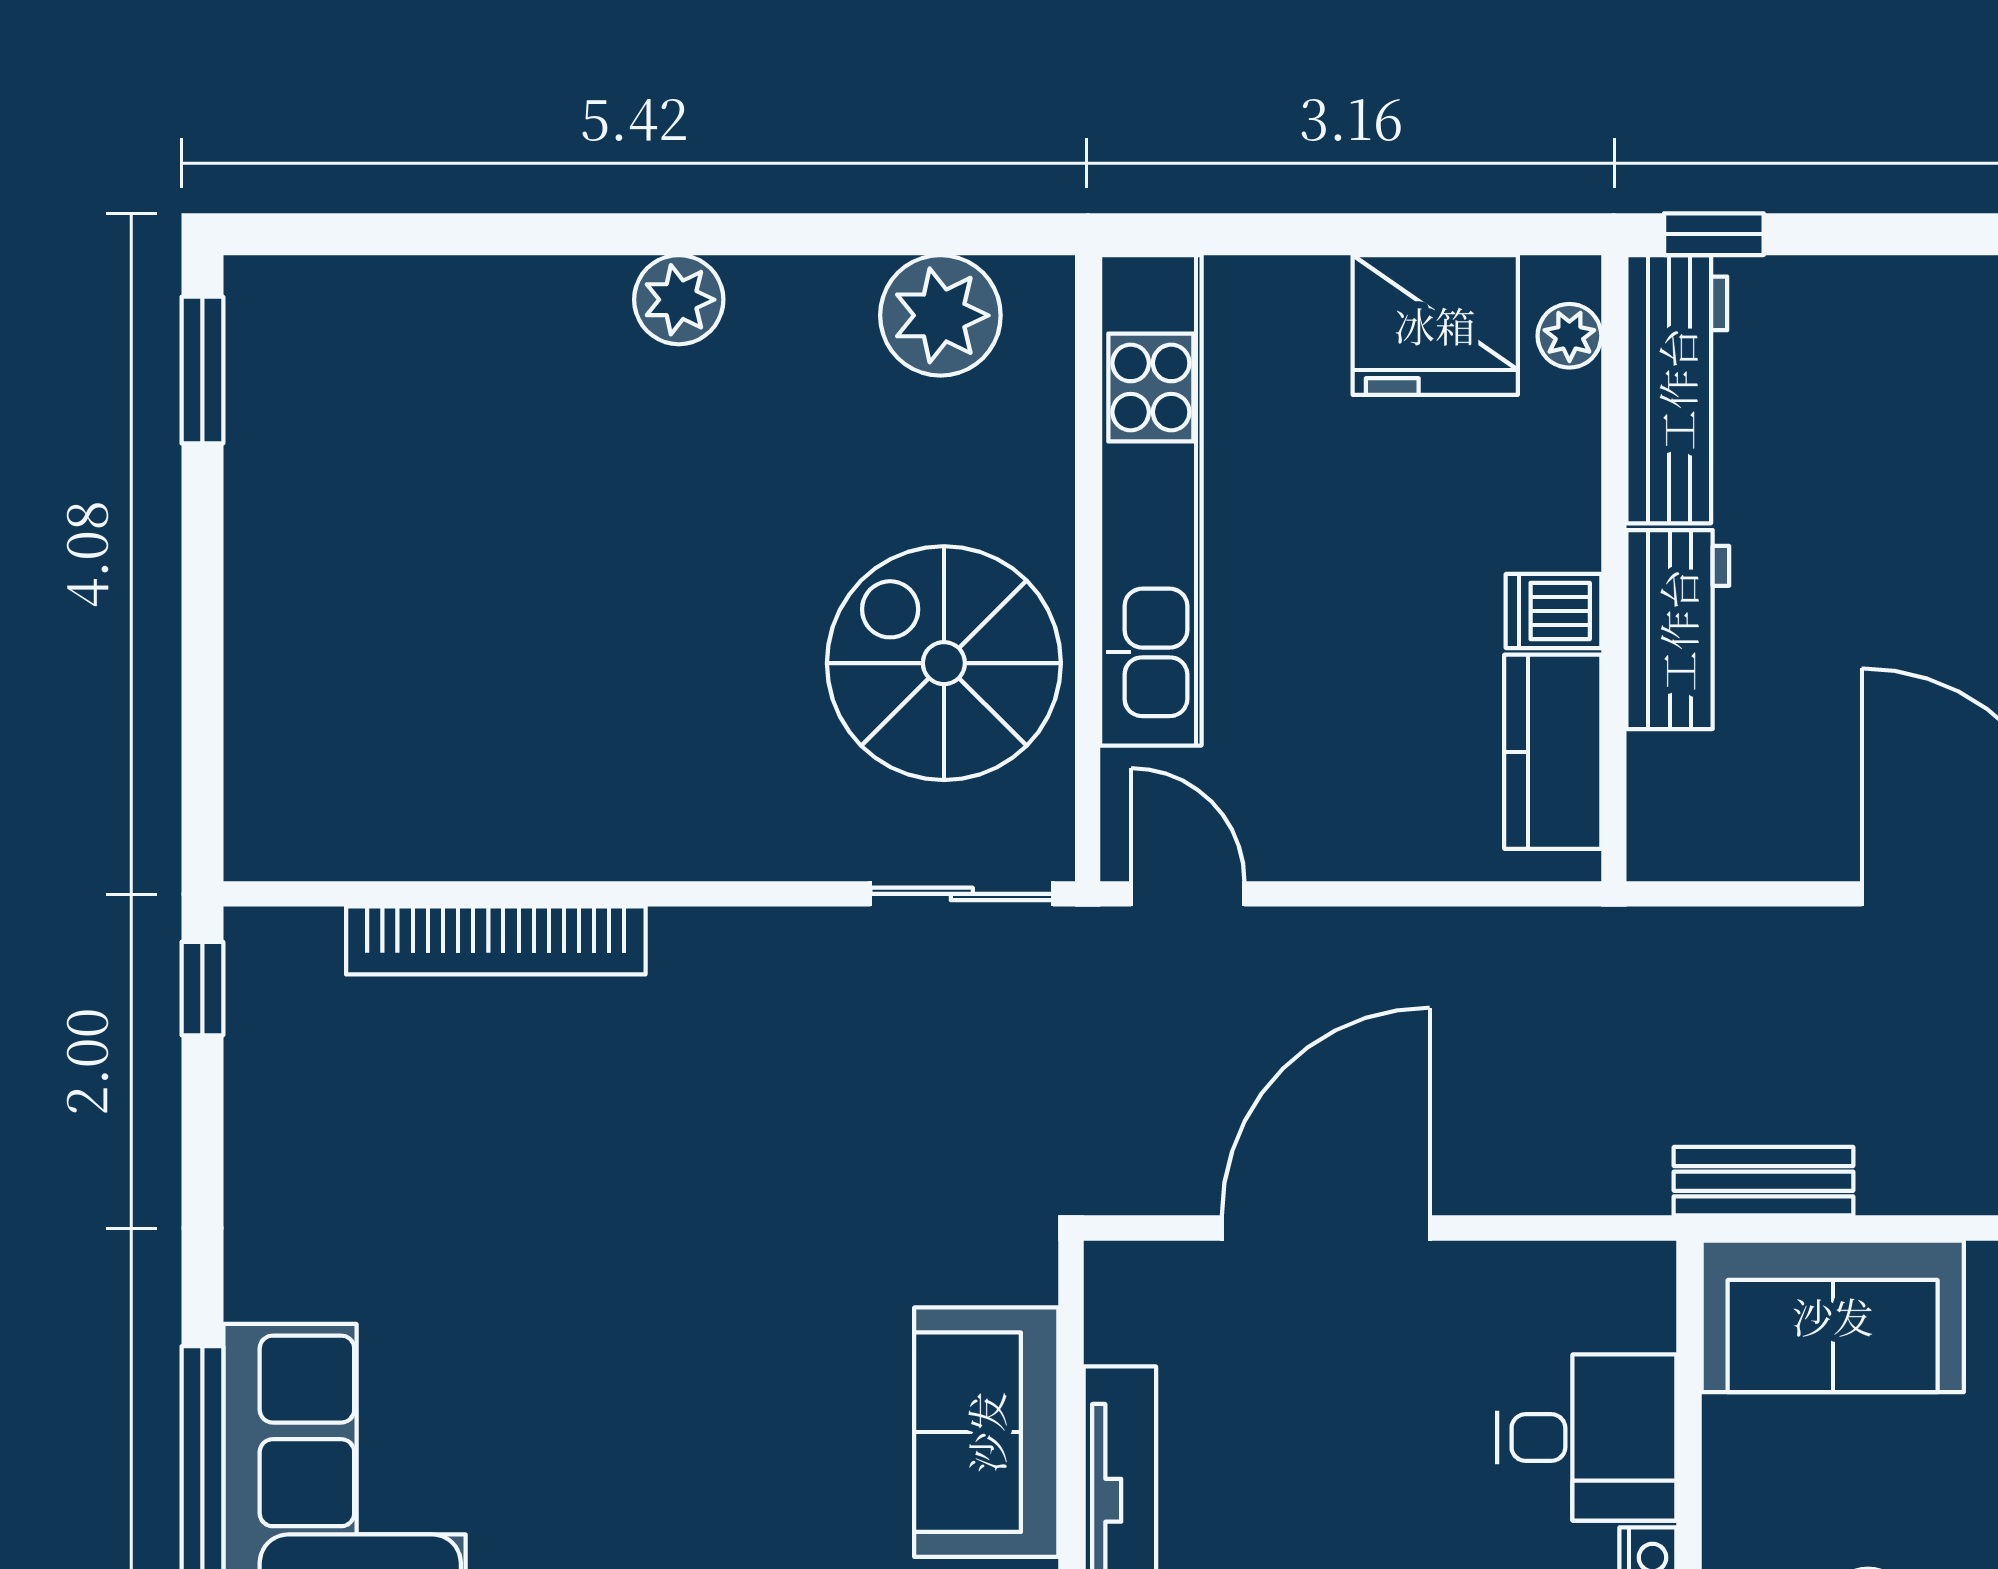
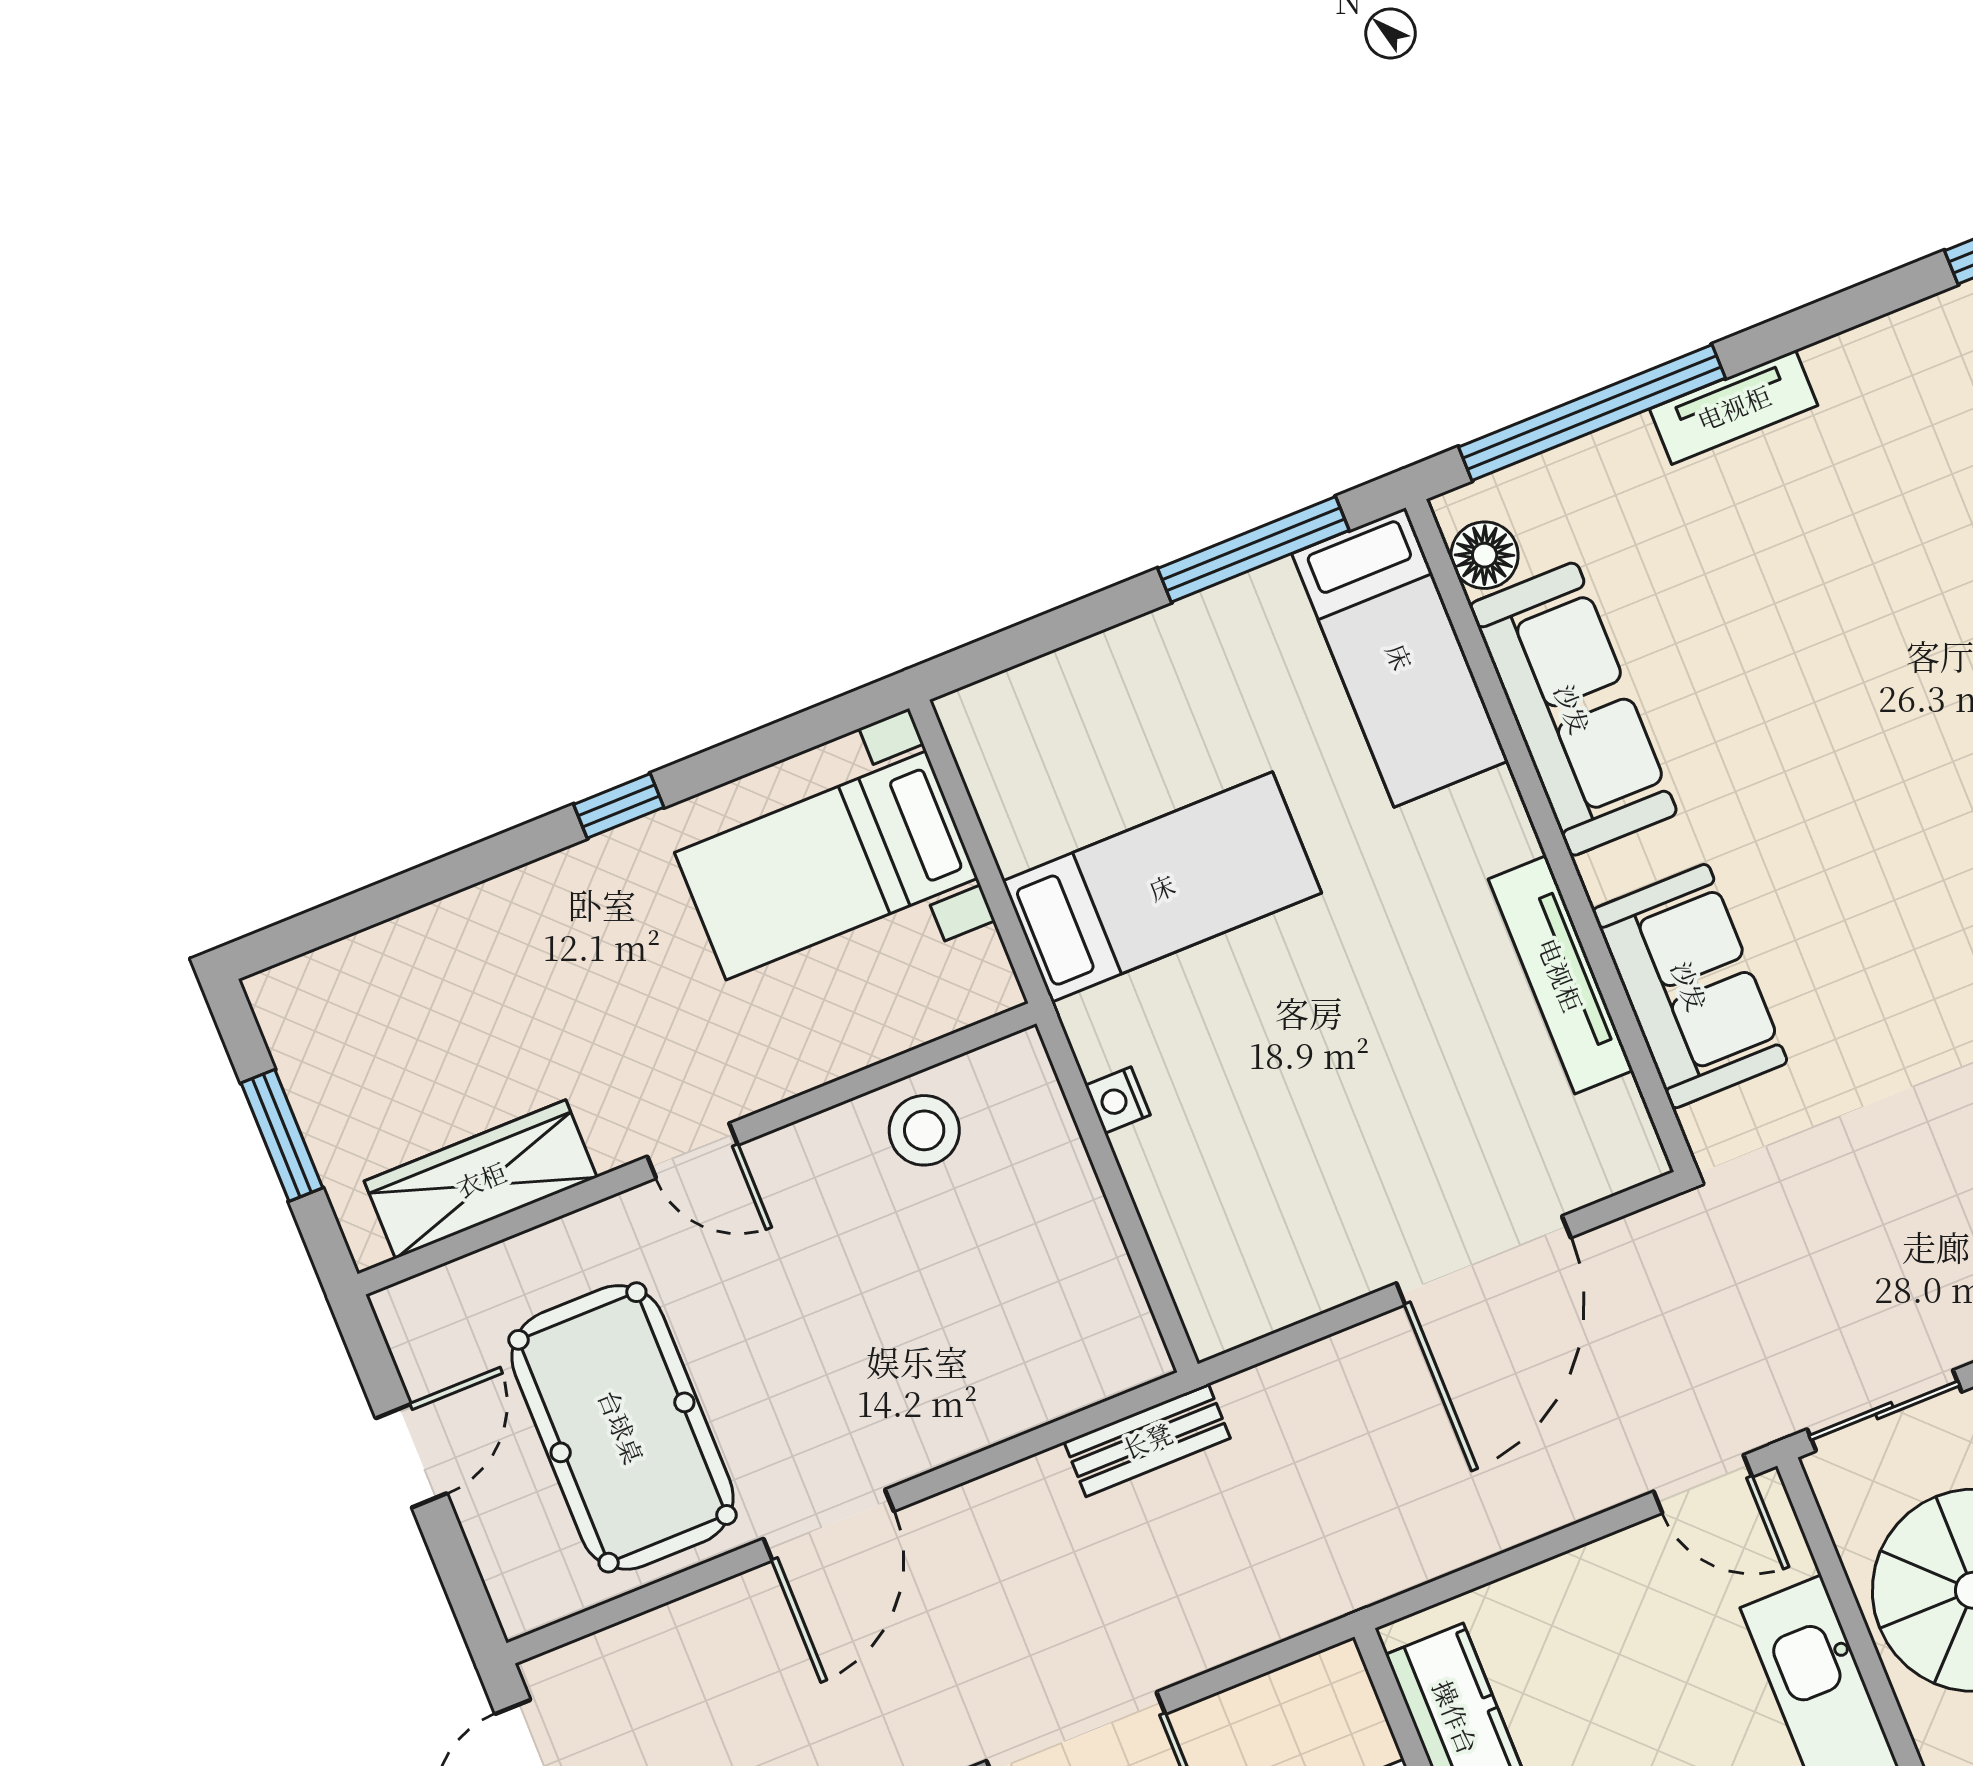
sofa: (1833, 1316) -> (1048, 1354), removed
desk: (1587, 1438) -> (1206, 1177), removed

